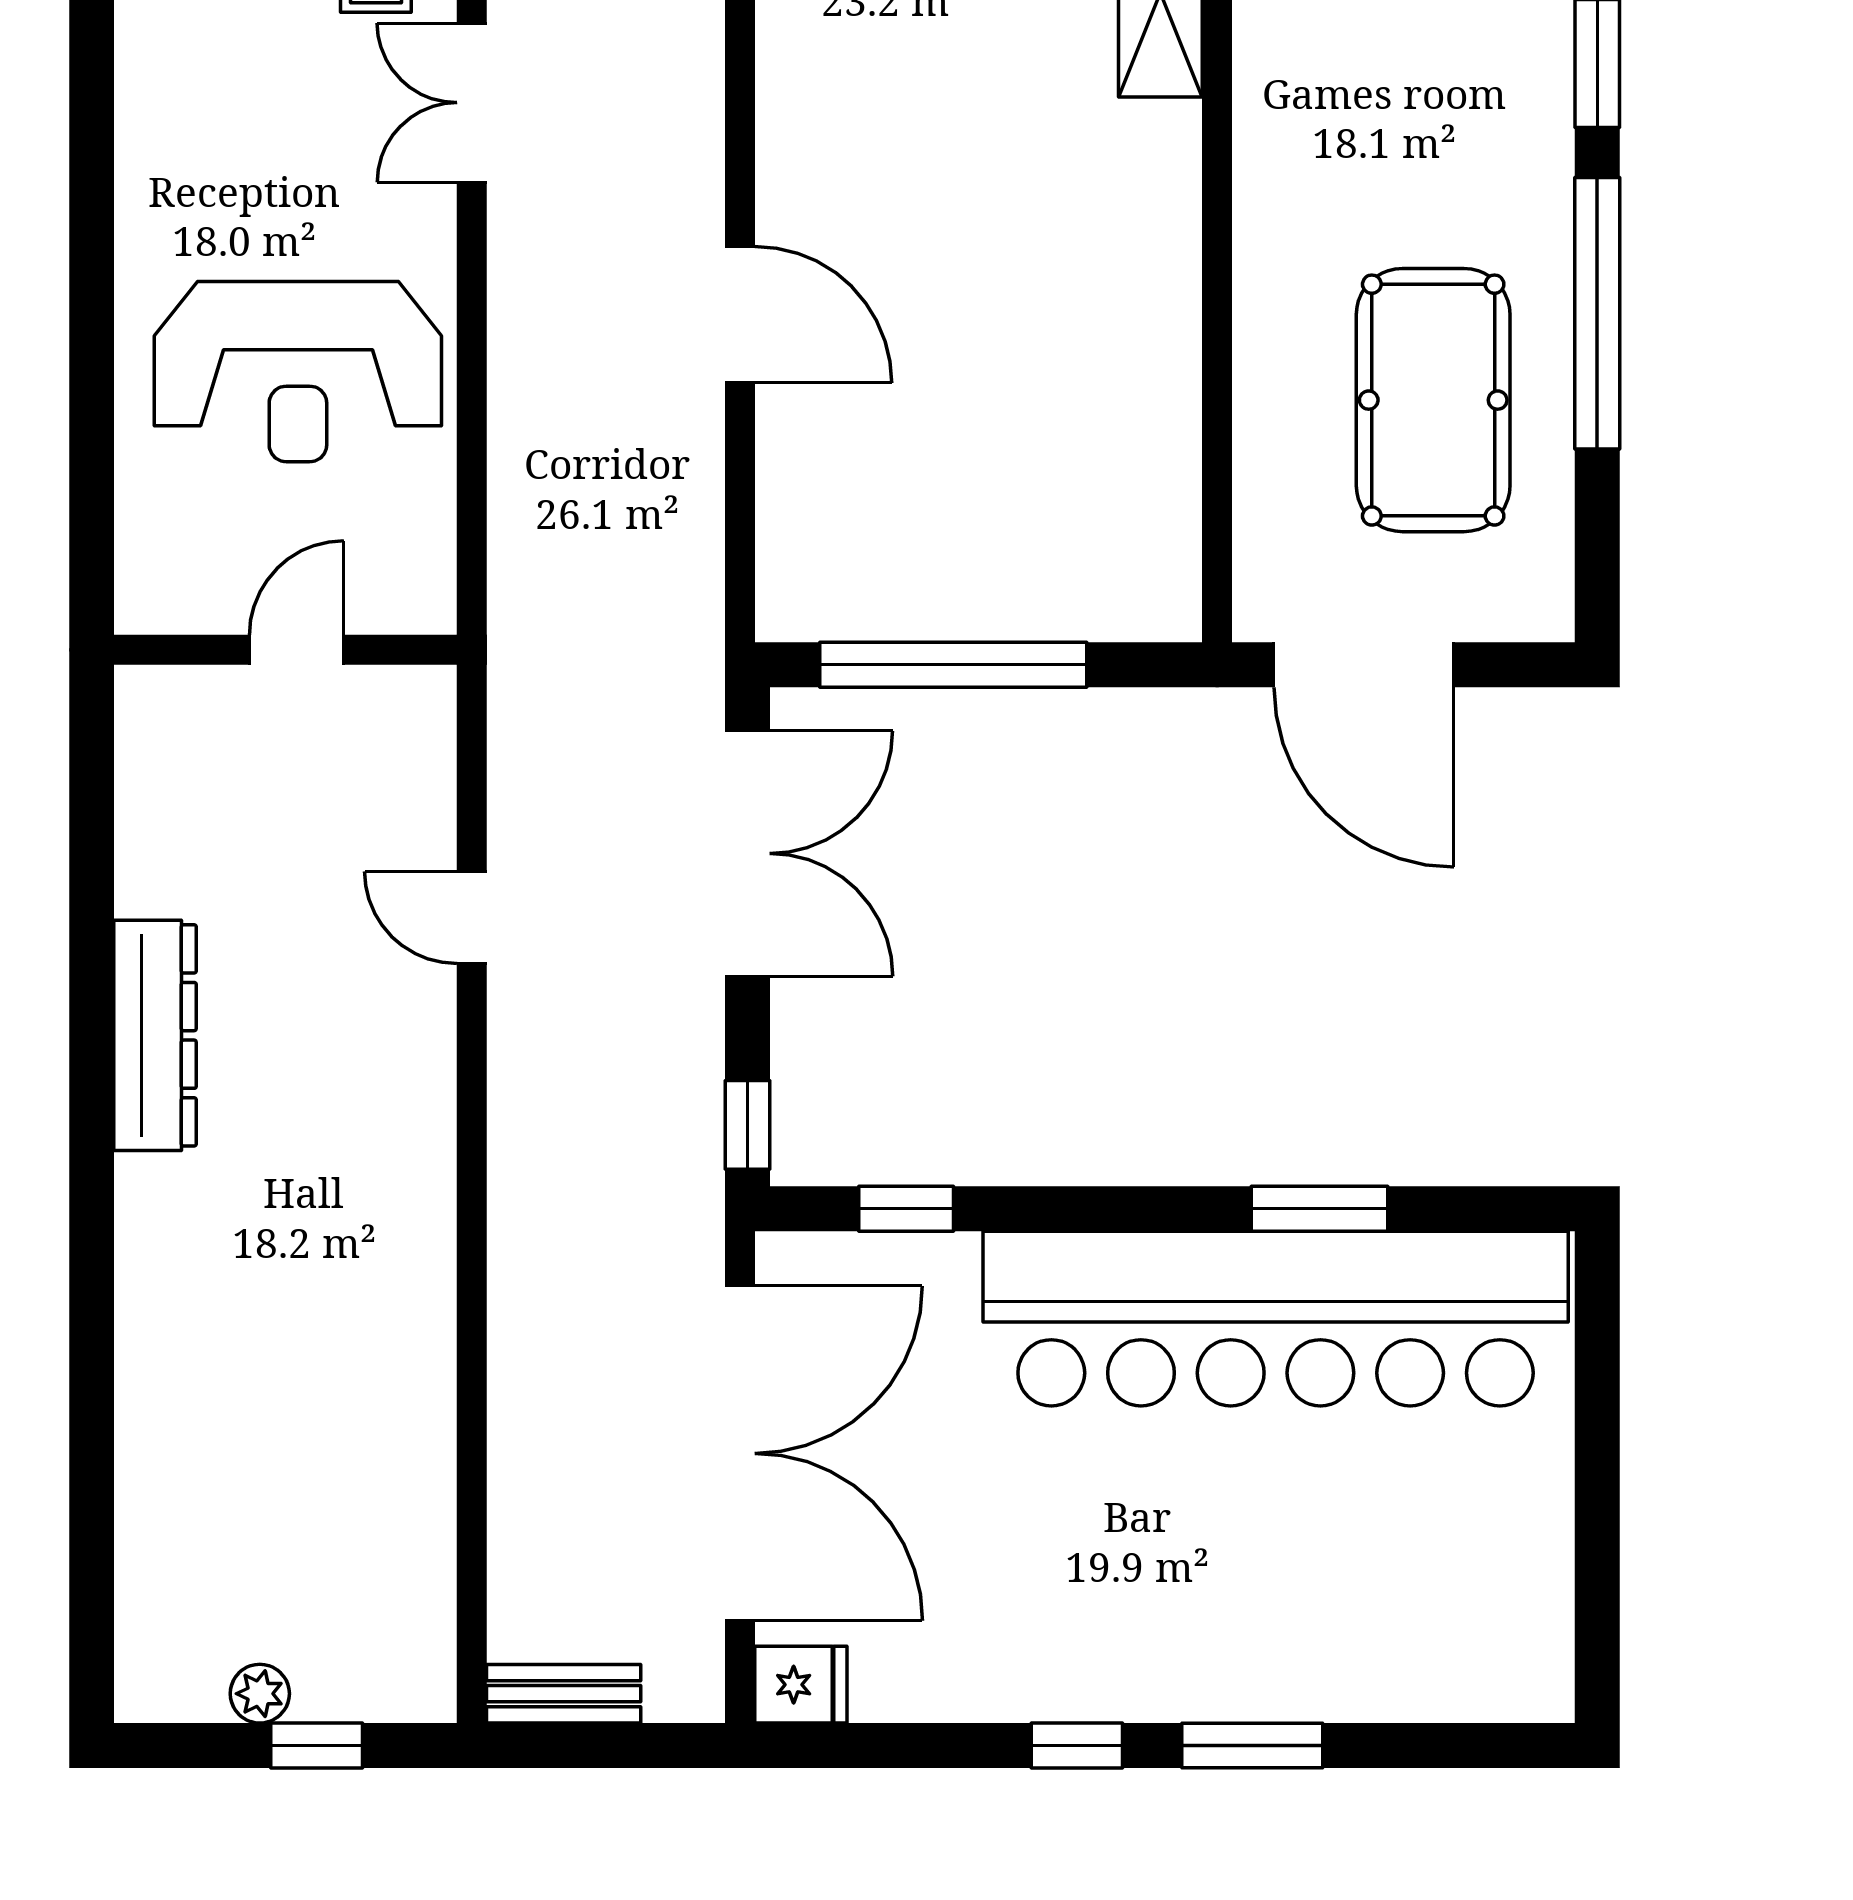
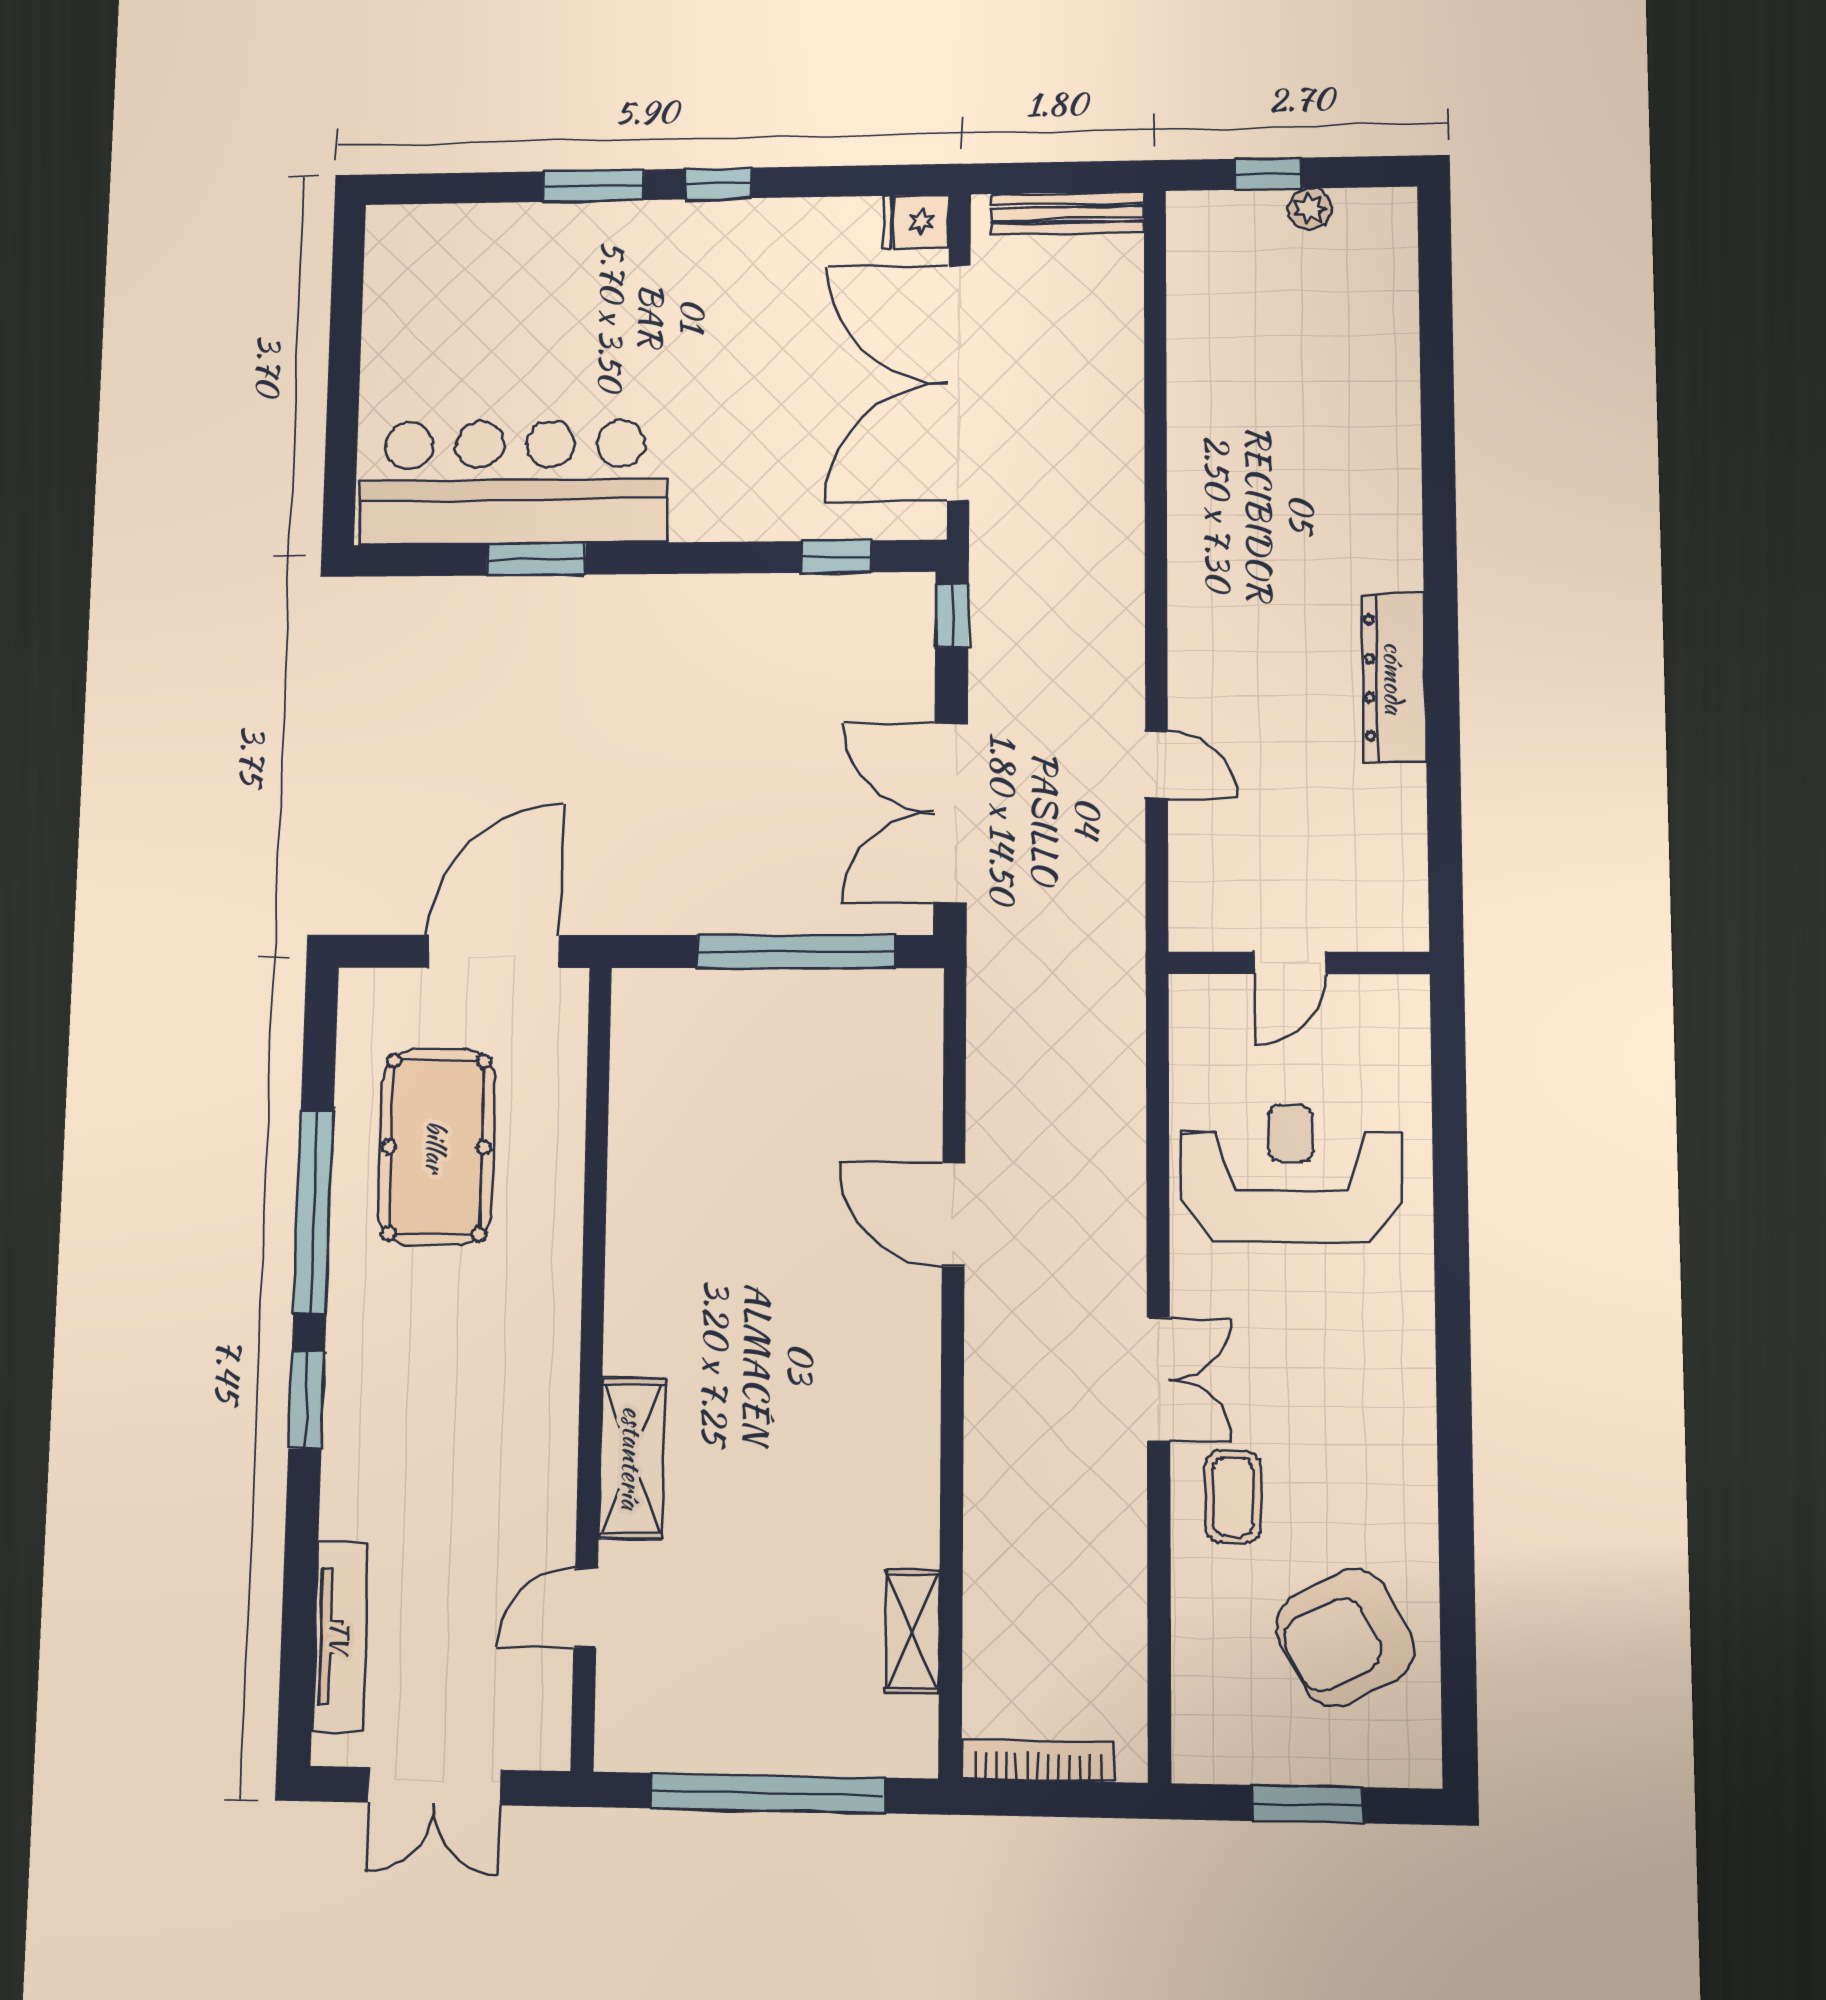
door: (1364, 665) -> (493, 951), hinge flipped
bar counter: (1276, 1319) -> (514, 482), width x0.73
bench: (564, 1694) -> (1068, 213), width x1.36

